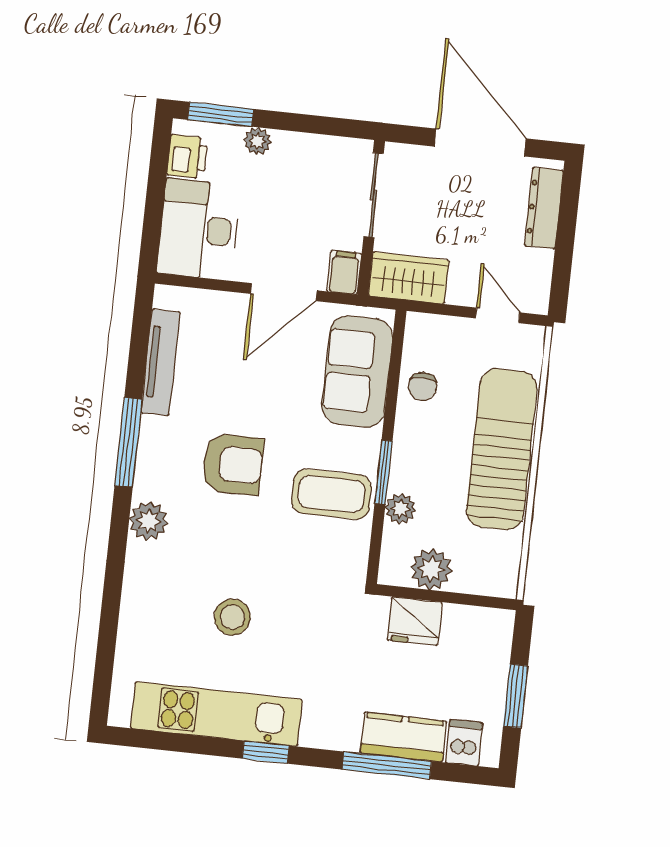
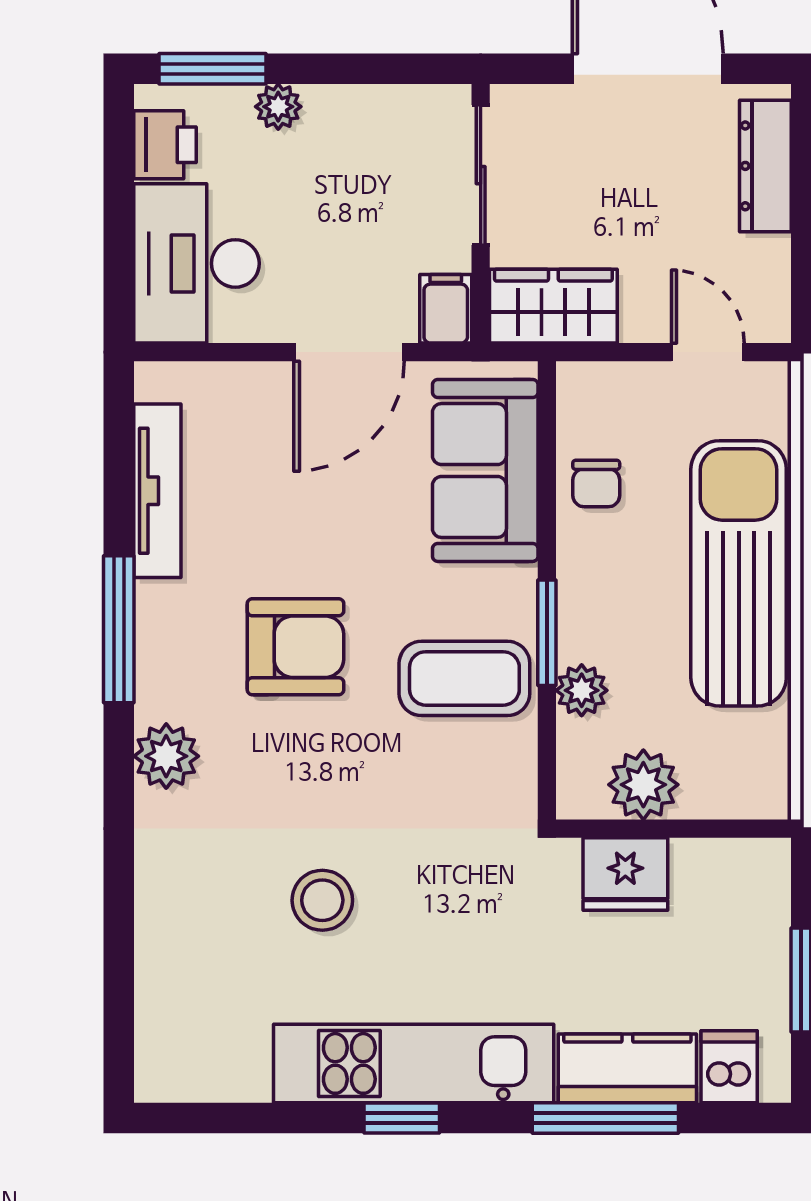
kitchen unit: (216, 714) -> (414, 1063), moved

